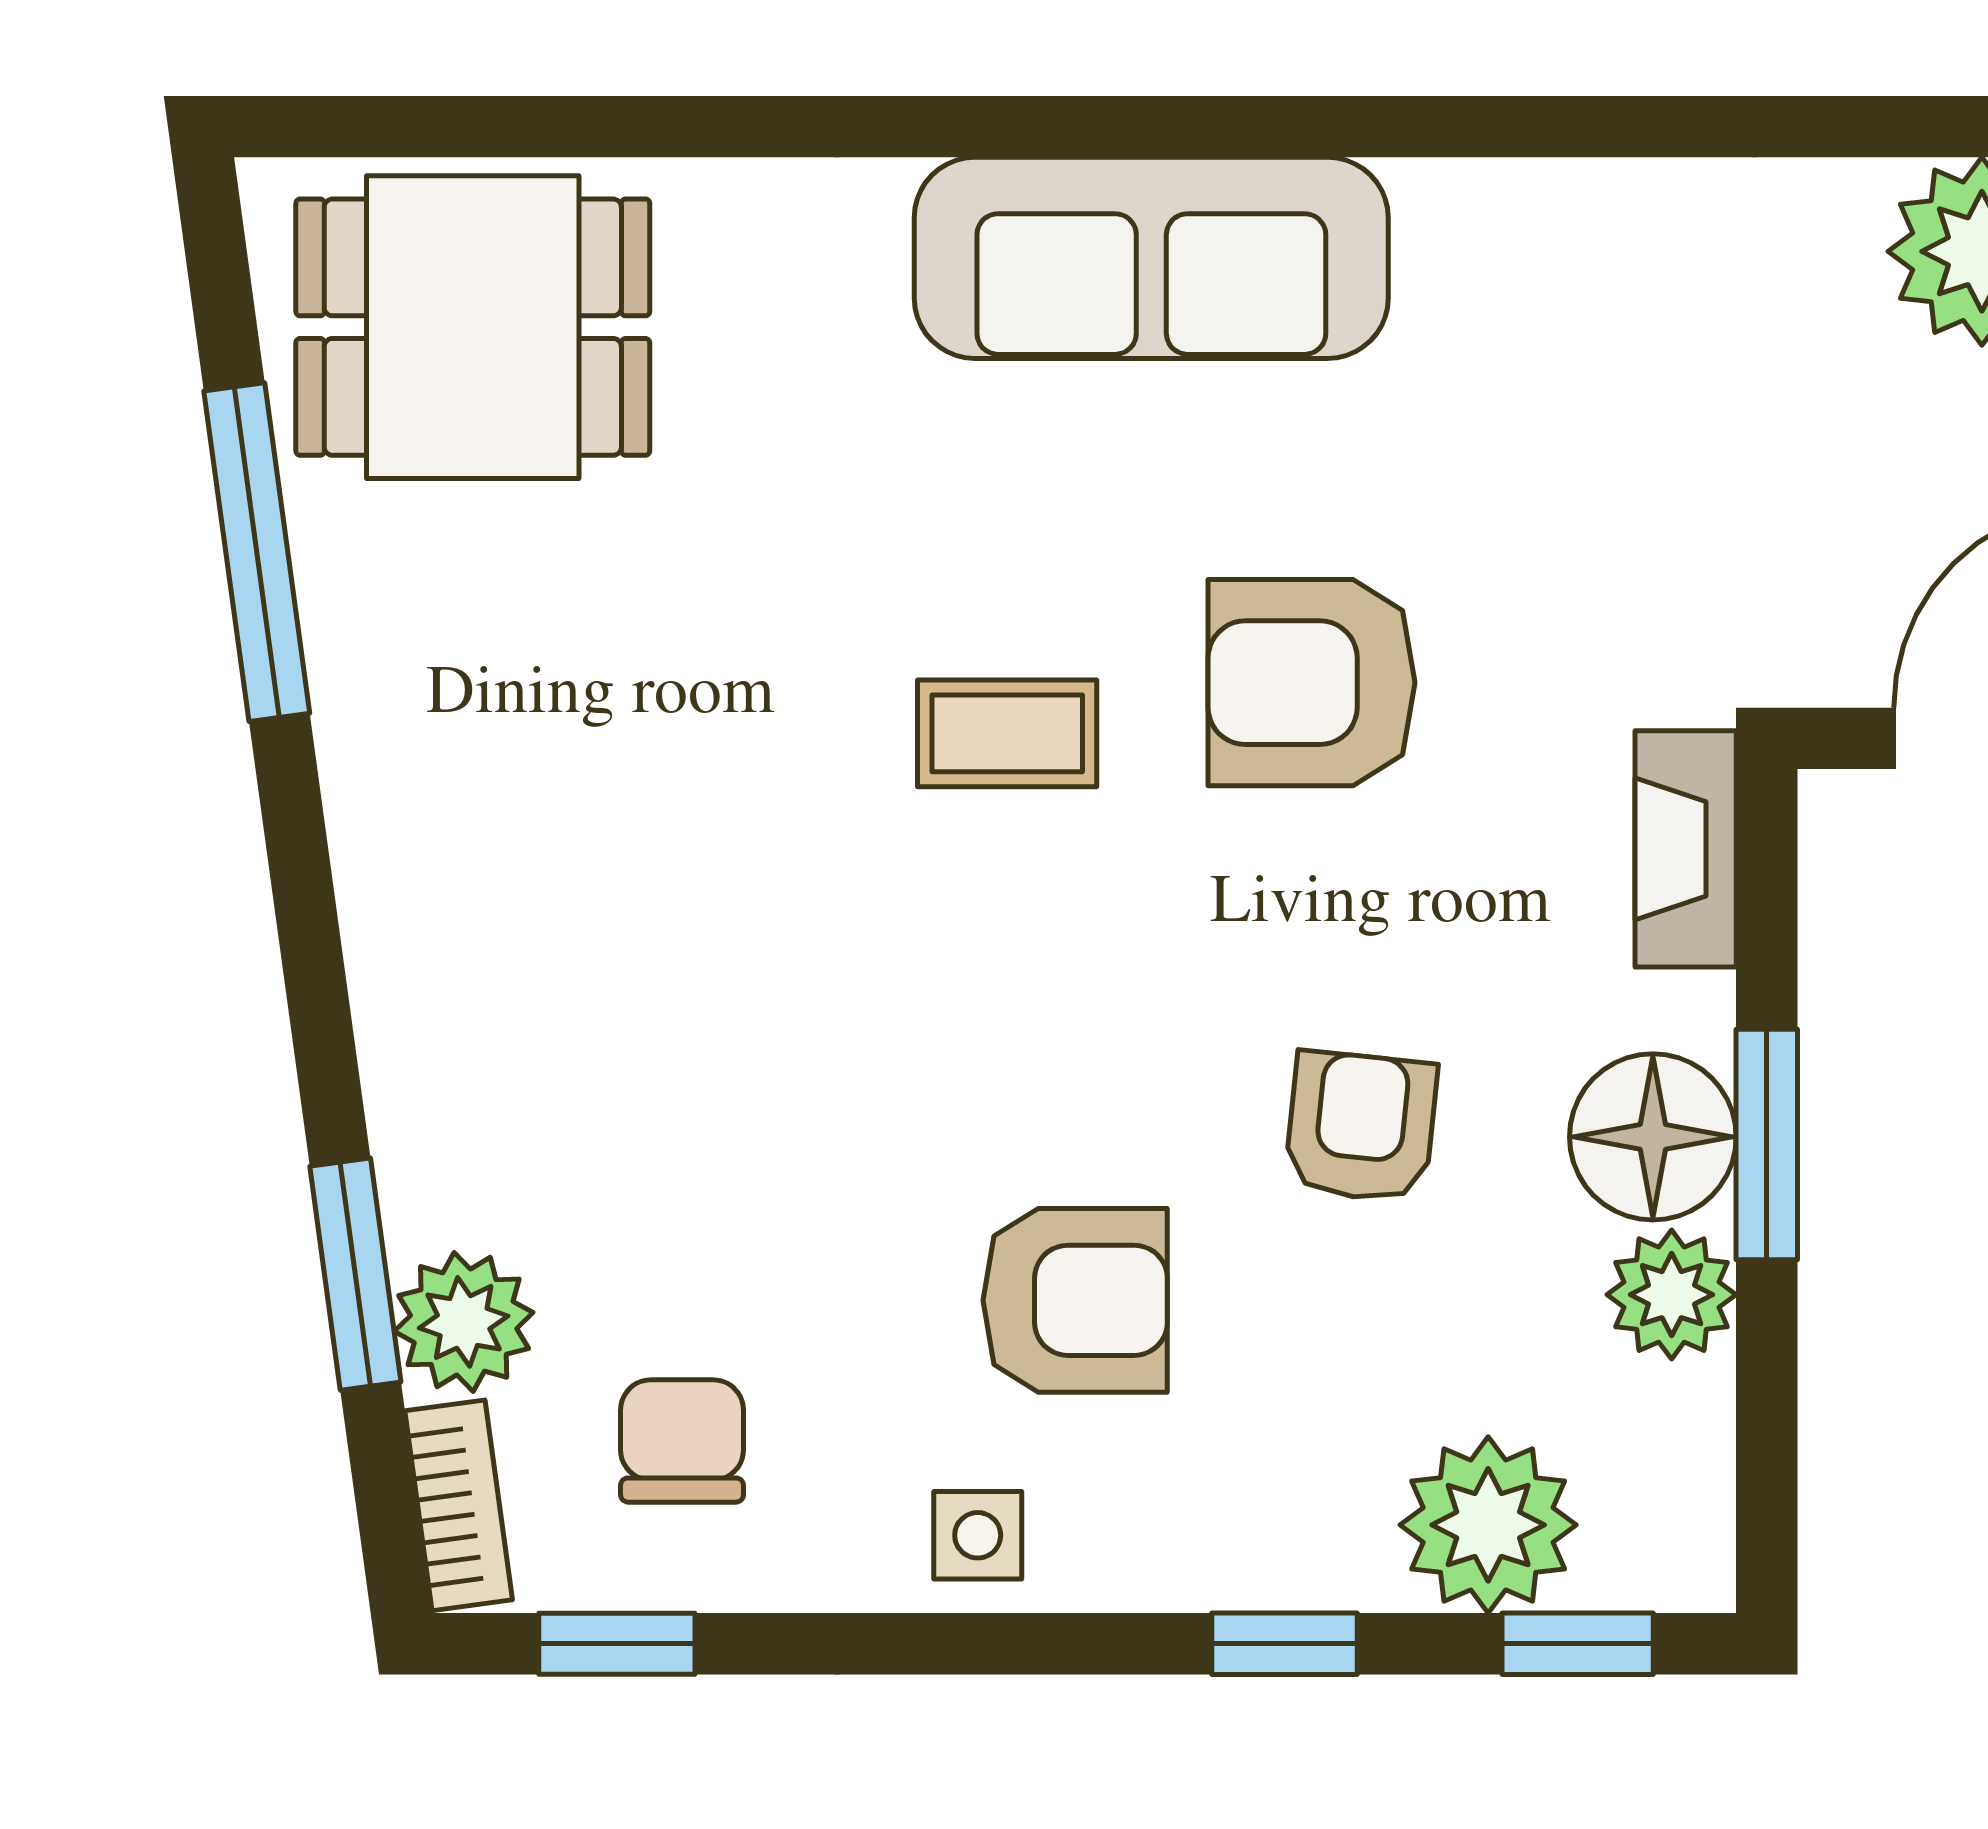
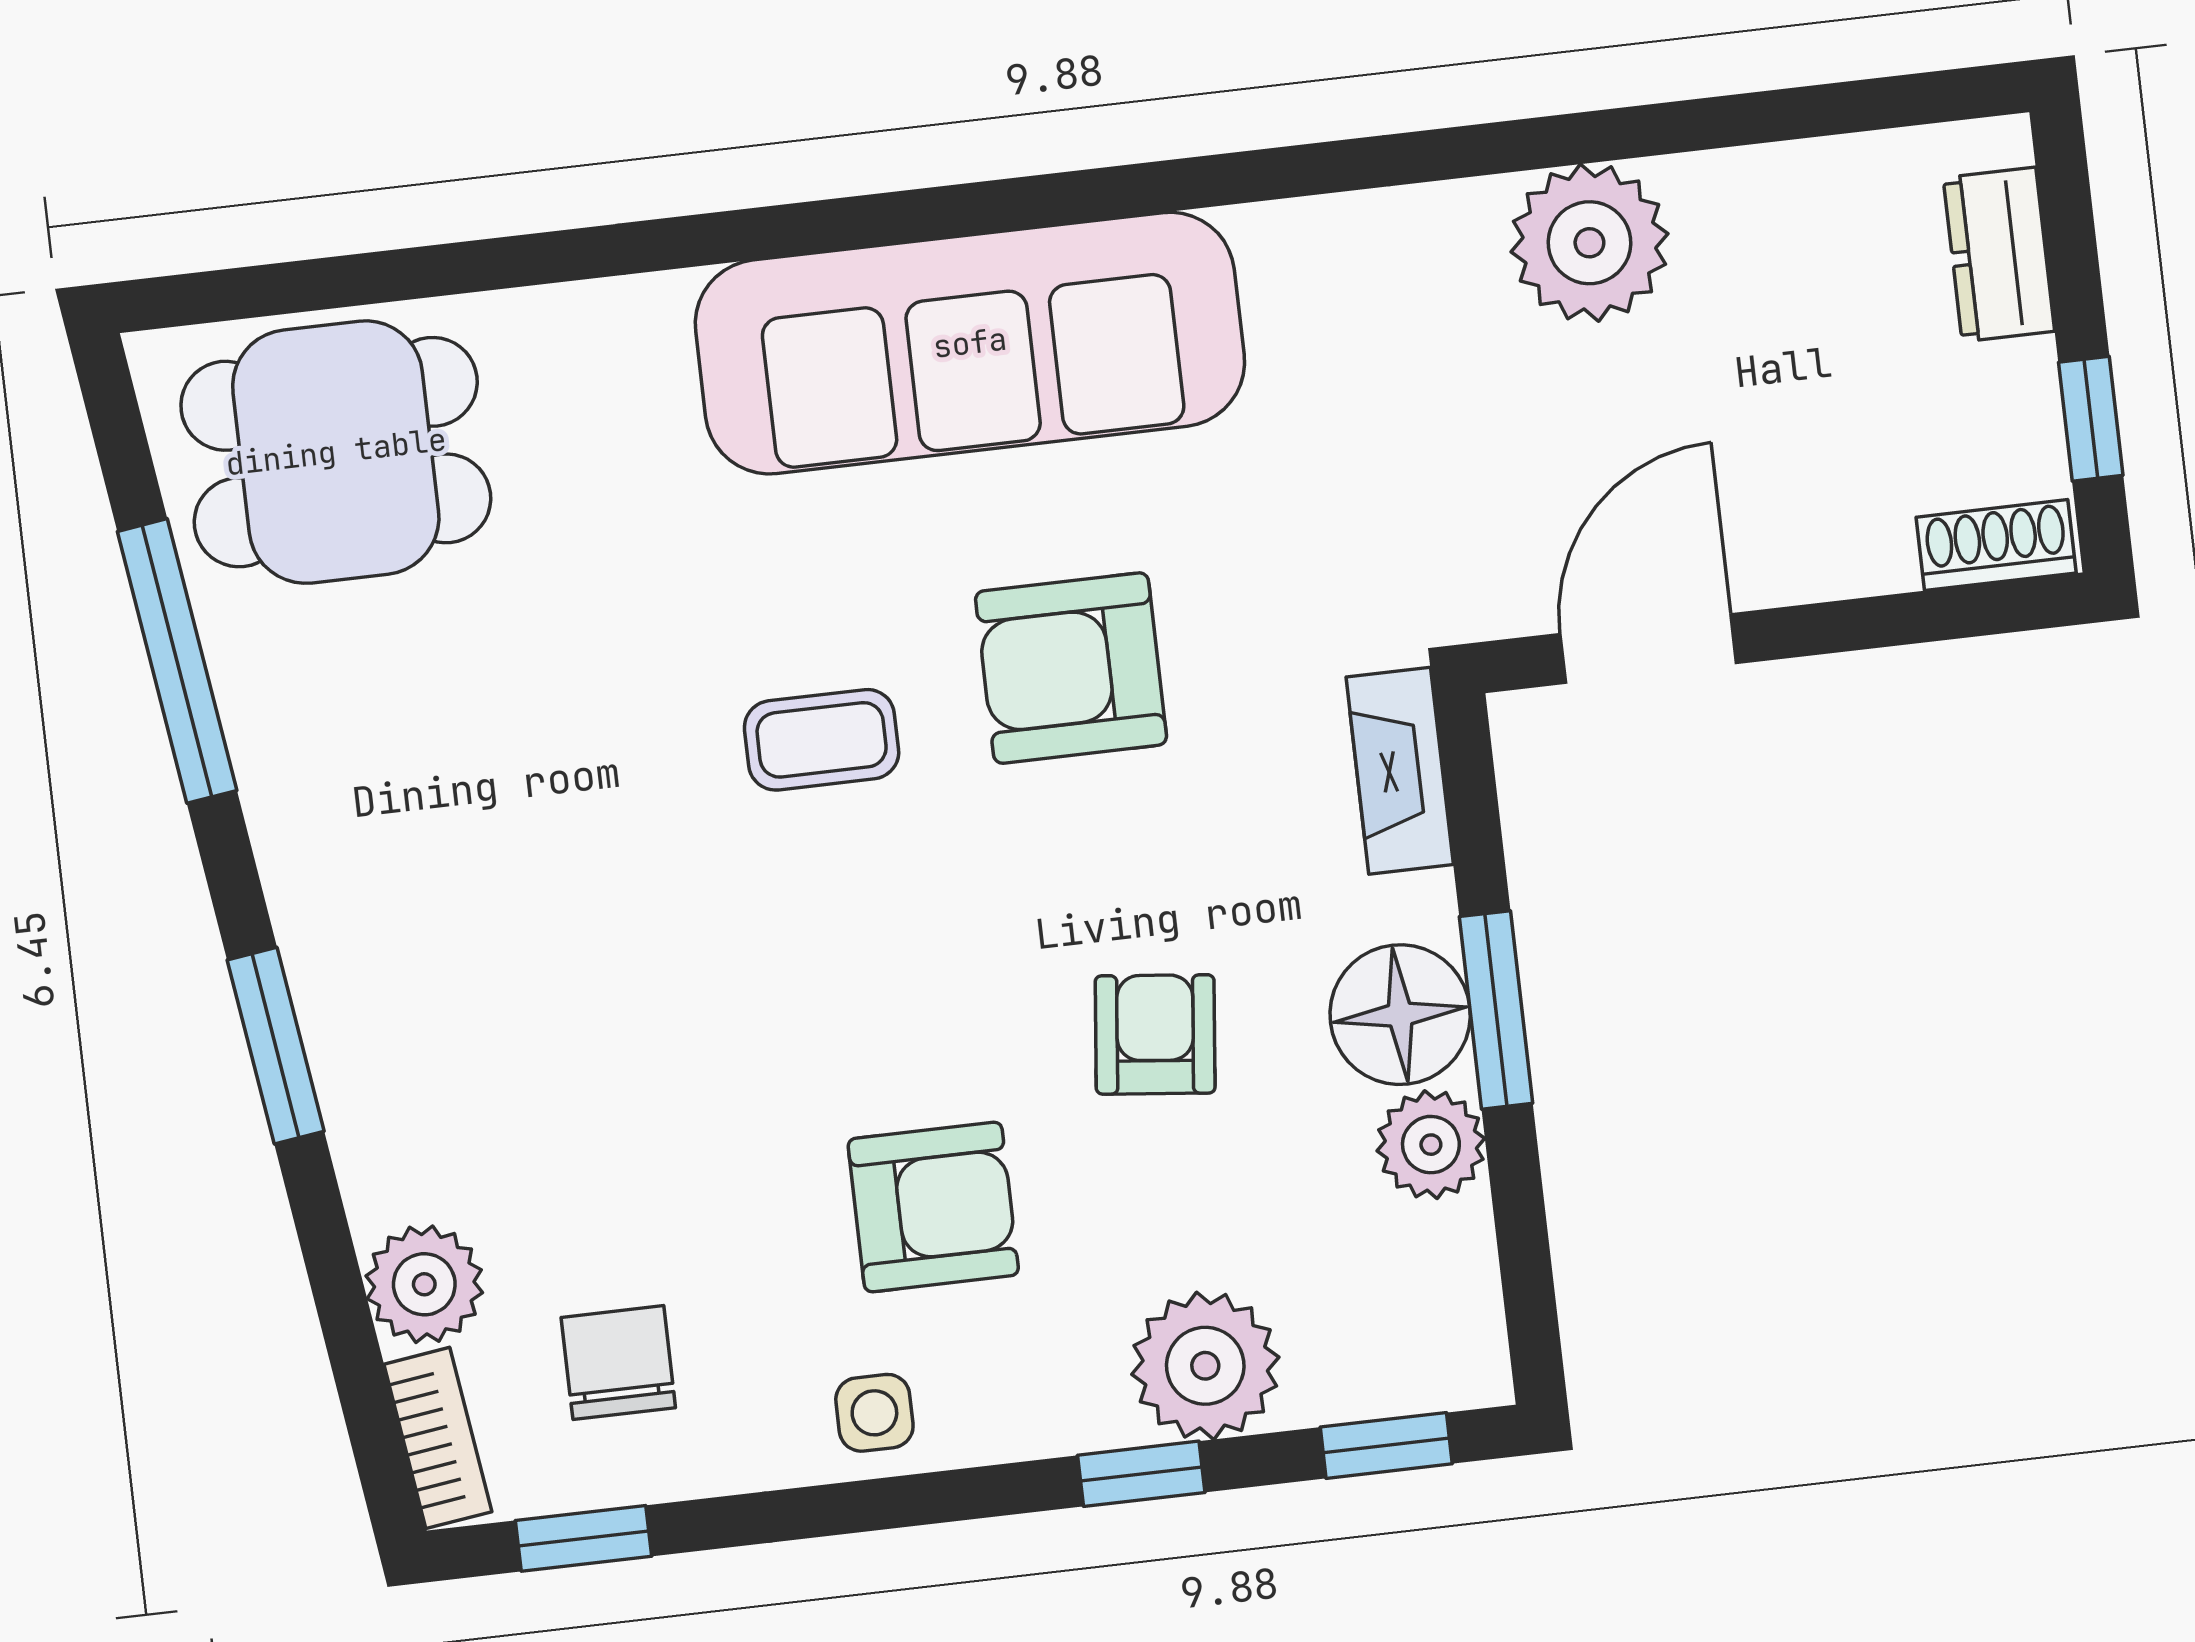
sofa: (1151, 258) -> (970, 343), width x1.36, depth x1.27
window: (355, 1274) -> (276, 1046), moved
plant: (1488, 1525) -> (1205, 1366), moved

